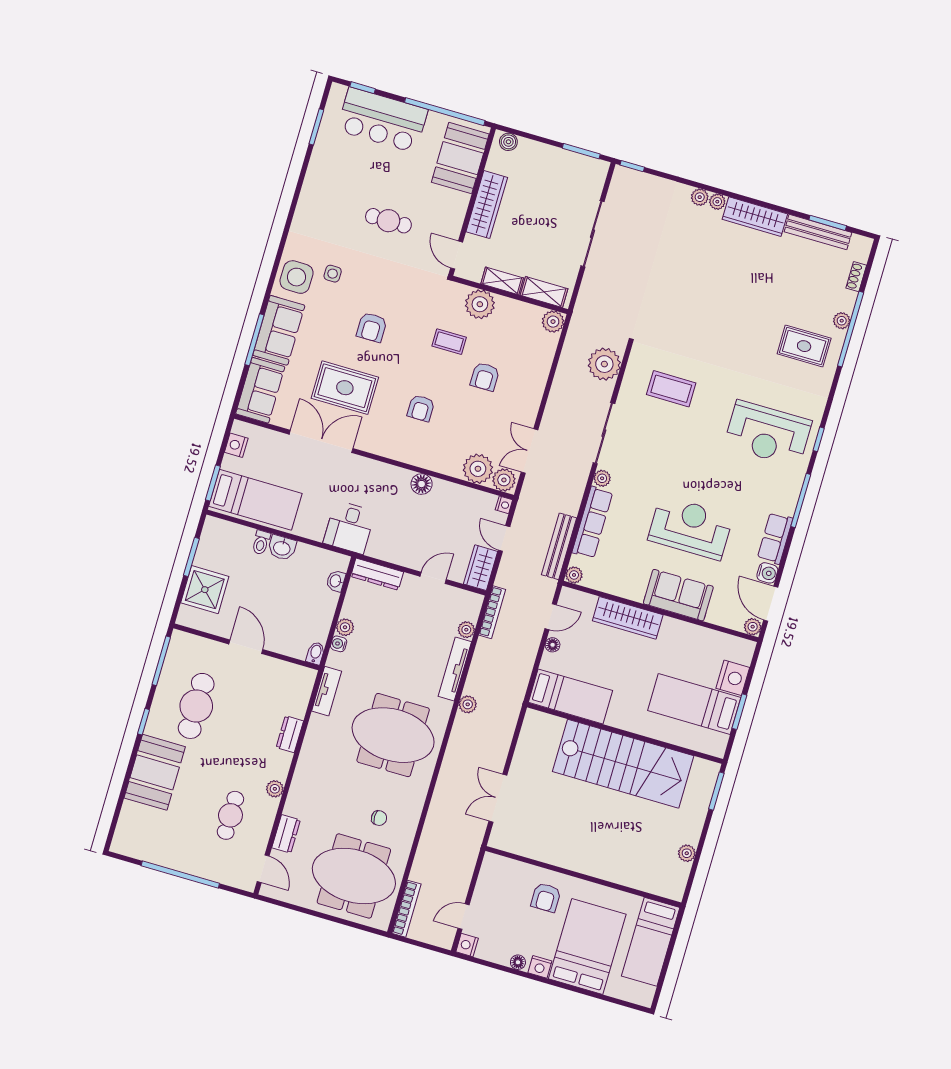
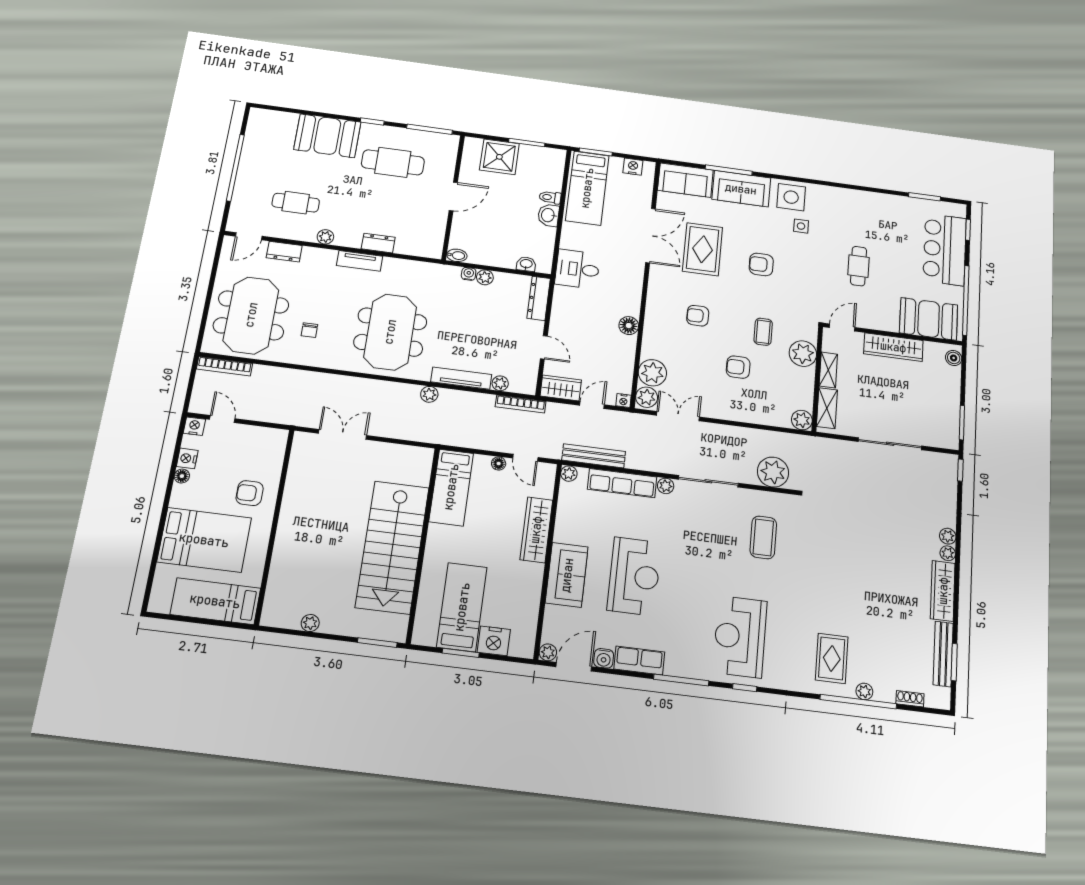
tv unit: (327, 691) -> (360, 261), moved
nightstand: (540, 967) -> (187, 458), moved

